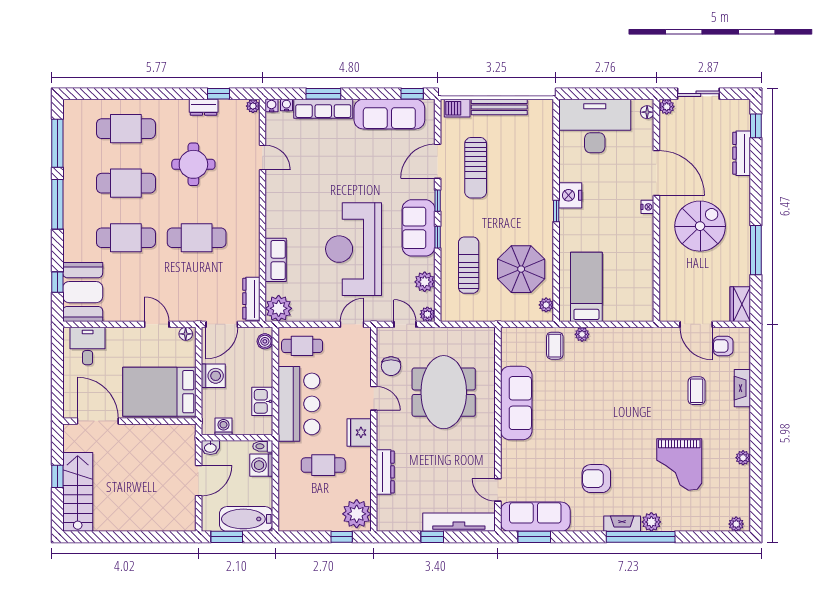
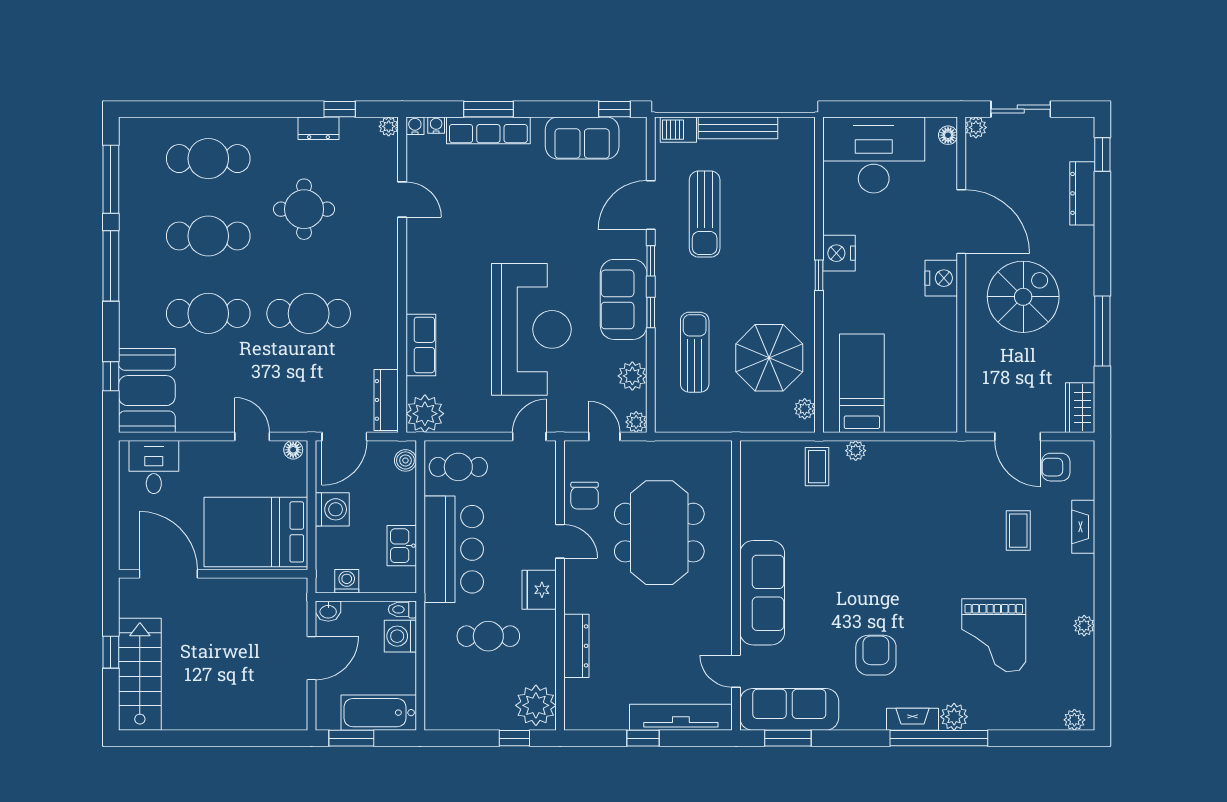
sofa: (389, 114) -> (582, 138), width x0.73
nightstand: (647, 207) -> (941, 278), width x1.89, depth x1.79
reception desk: (354, 249) -> (531, 329), turned 180
sofa: (516, 403) -> (762, 593), moved
armchair: (596, 479) -> (876, 655), turned 90

